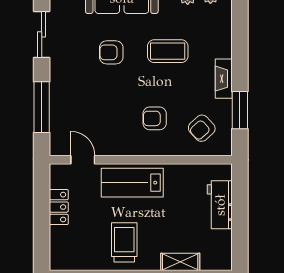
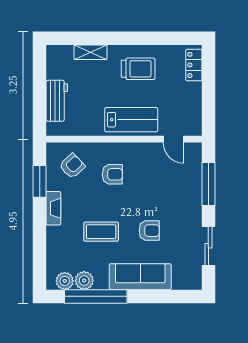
locker: (59, 207) -> (194, 65), moved
trolley: (124, 242) -> (138, 69), turned -90

